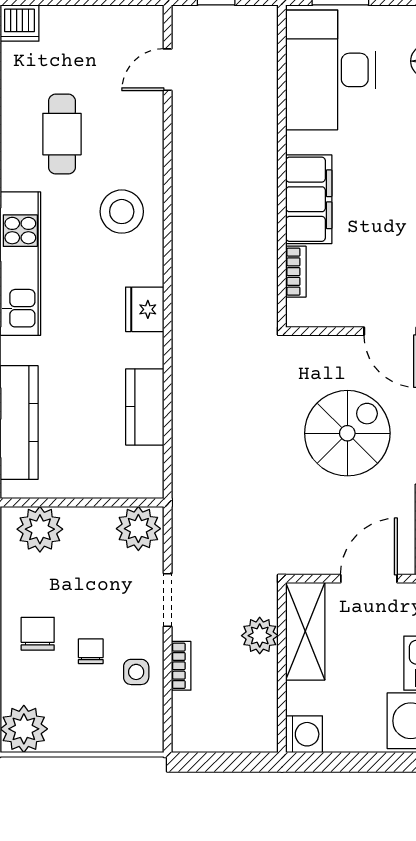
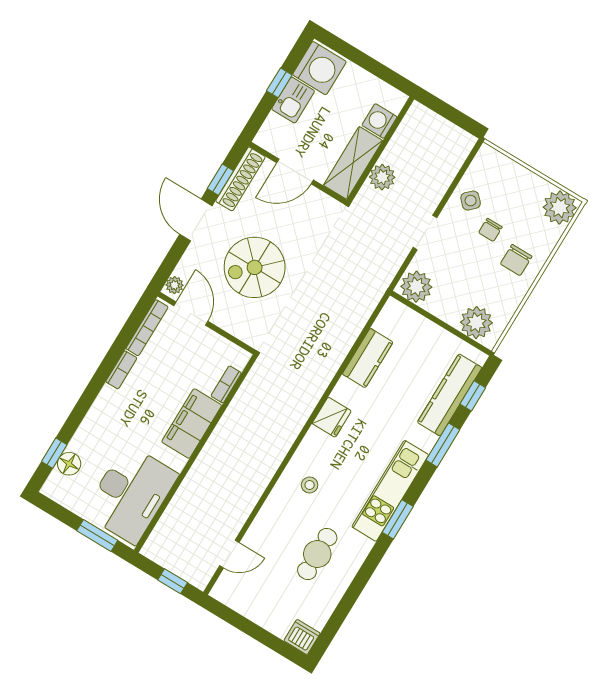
stool: (122, 212) -> (310, 485), width x0.53, depth x0.53
bookcase: (181, 666) -> (441, 188), removed
side table: (136, 672) -> (471, 201), turned 45
washing machine: (304, 734) -> (379, 121), moved

